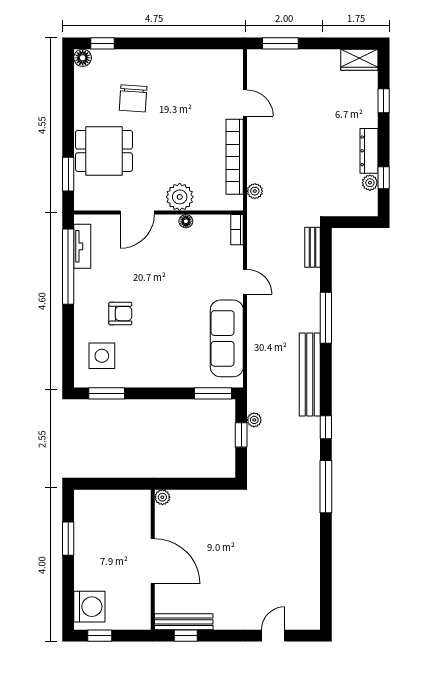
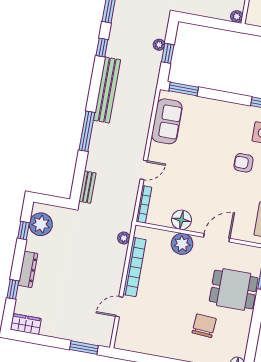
door: (245, 103) -> (119, 307), hinge flipped
dresser: (369, 151) -> (28, 269), moved
plant: (370, 183) -> (41, 224), width x1.88, depth x1.88
floor lamp: (186, 221) -> (181, 220), width x1.89, depth x1.89
bookcase: (237, 230) -> (144, 204), width x1.56
door: (245, 282) -> (144, 170), swing flipped
sofa: (227, 338) -> (167, 121), width x0.73
plant: (254, 420) -> (159, 45), moved

